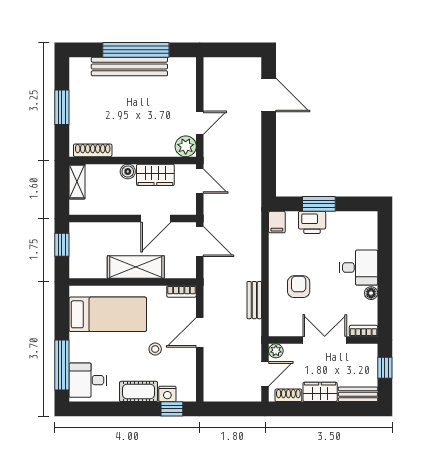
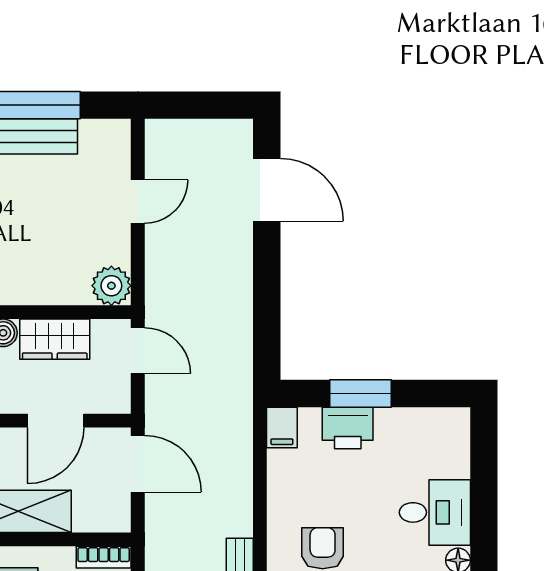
door: (200, 123) -> (138, 201), moved

